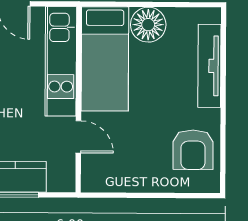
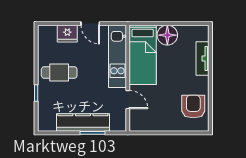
tv unit: (209, 66) -> (202, 59), width x0.71
armchair: (193, 150) -> (193, 107), turned 180

